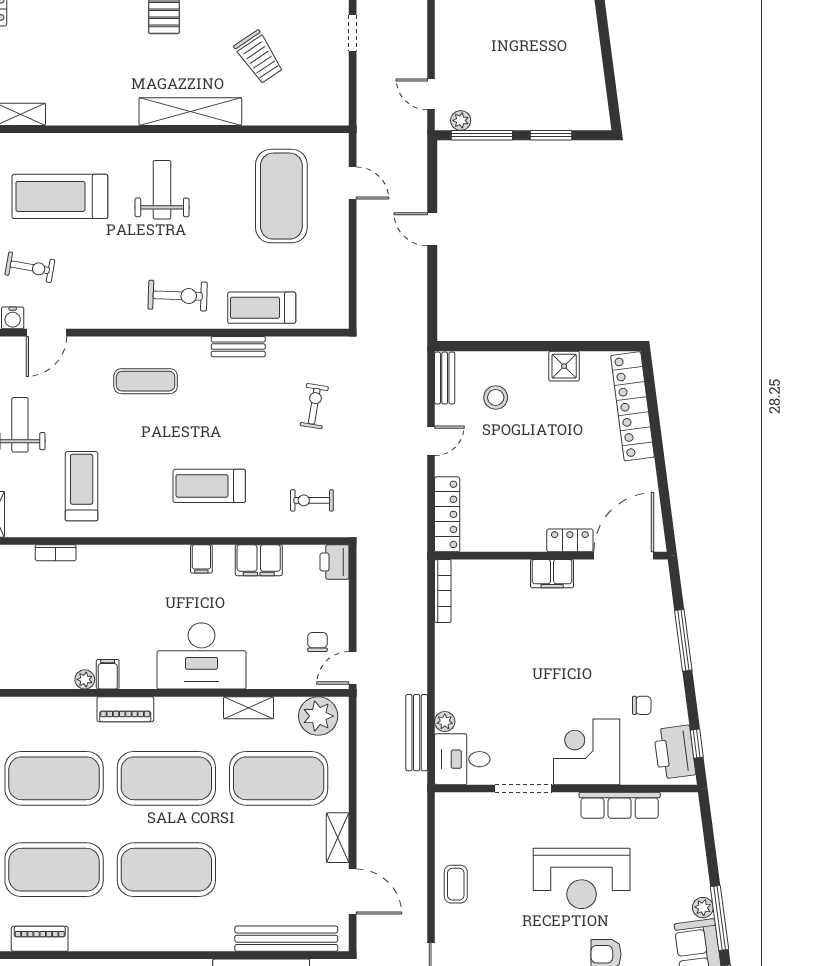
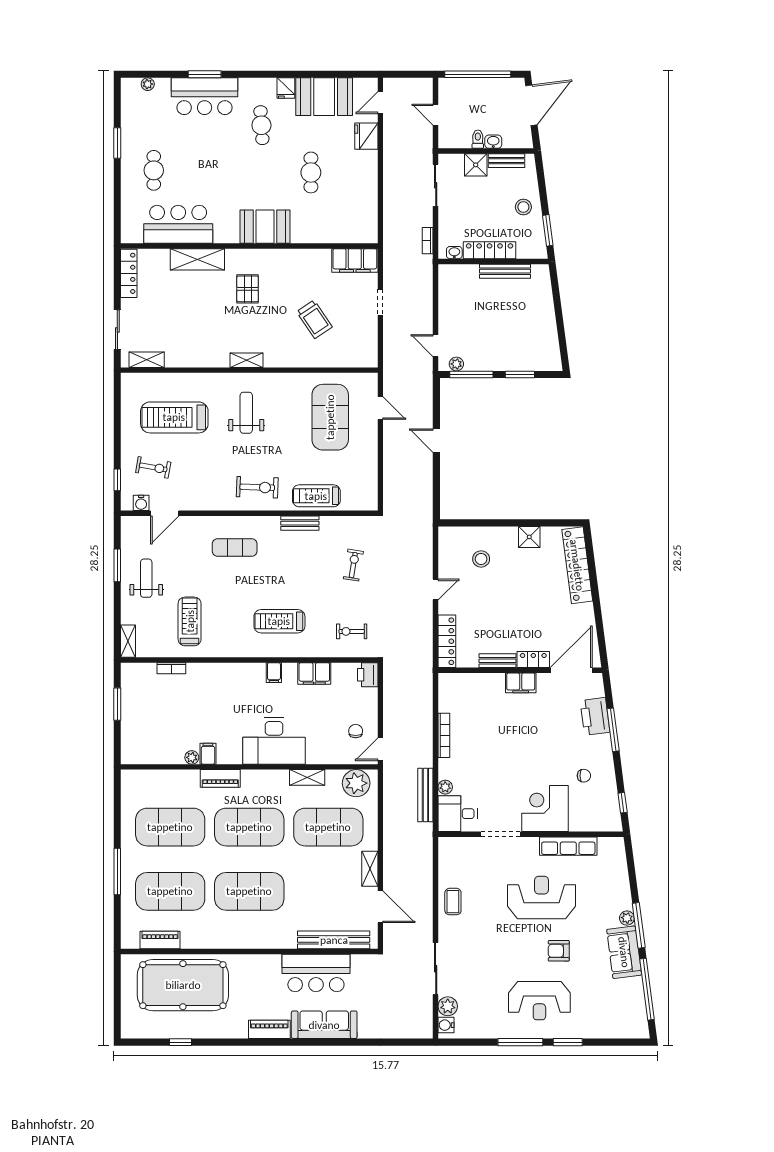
shelving: (190, 112) -> (246, 360), width x0.45, depth x0.75
bench: (445, 378) -> (497, 661), moved, turned 90
bookcase: (443, 591) -> (444, 735), moved
printer: (675, 752) -> (595, 716), moved
reception desk: (582, 878) -> (542, 897), turned 180

